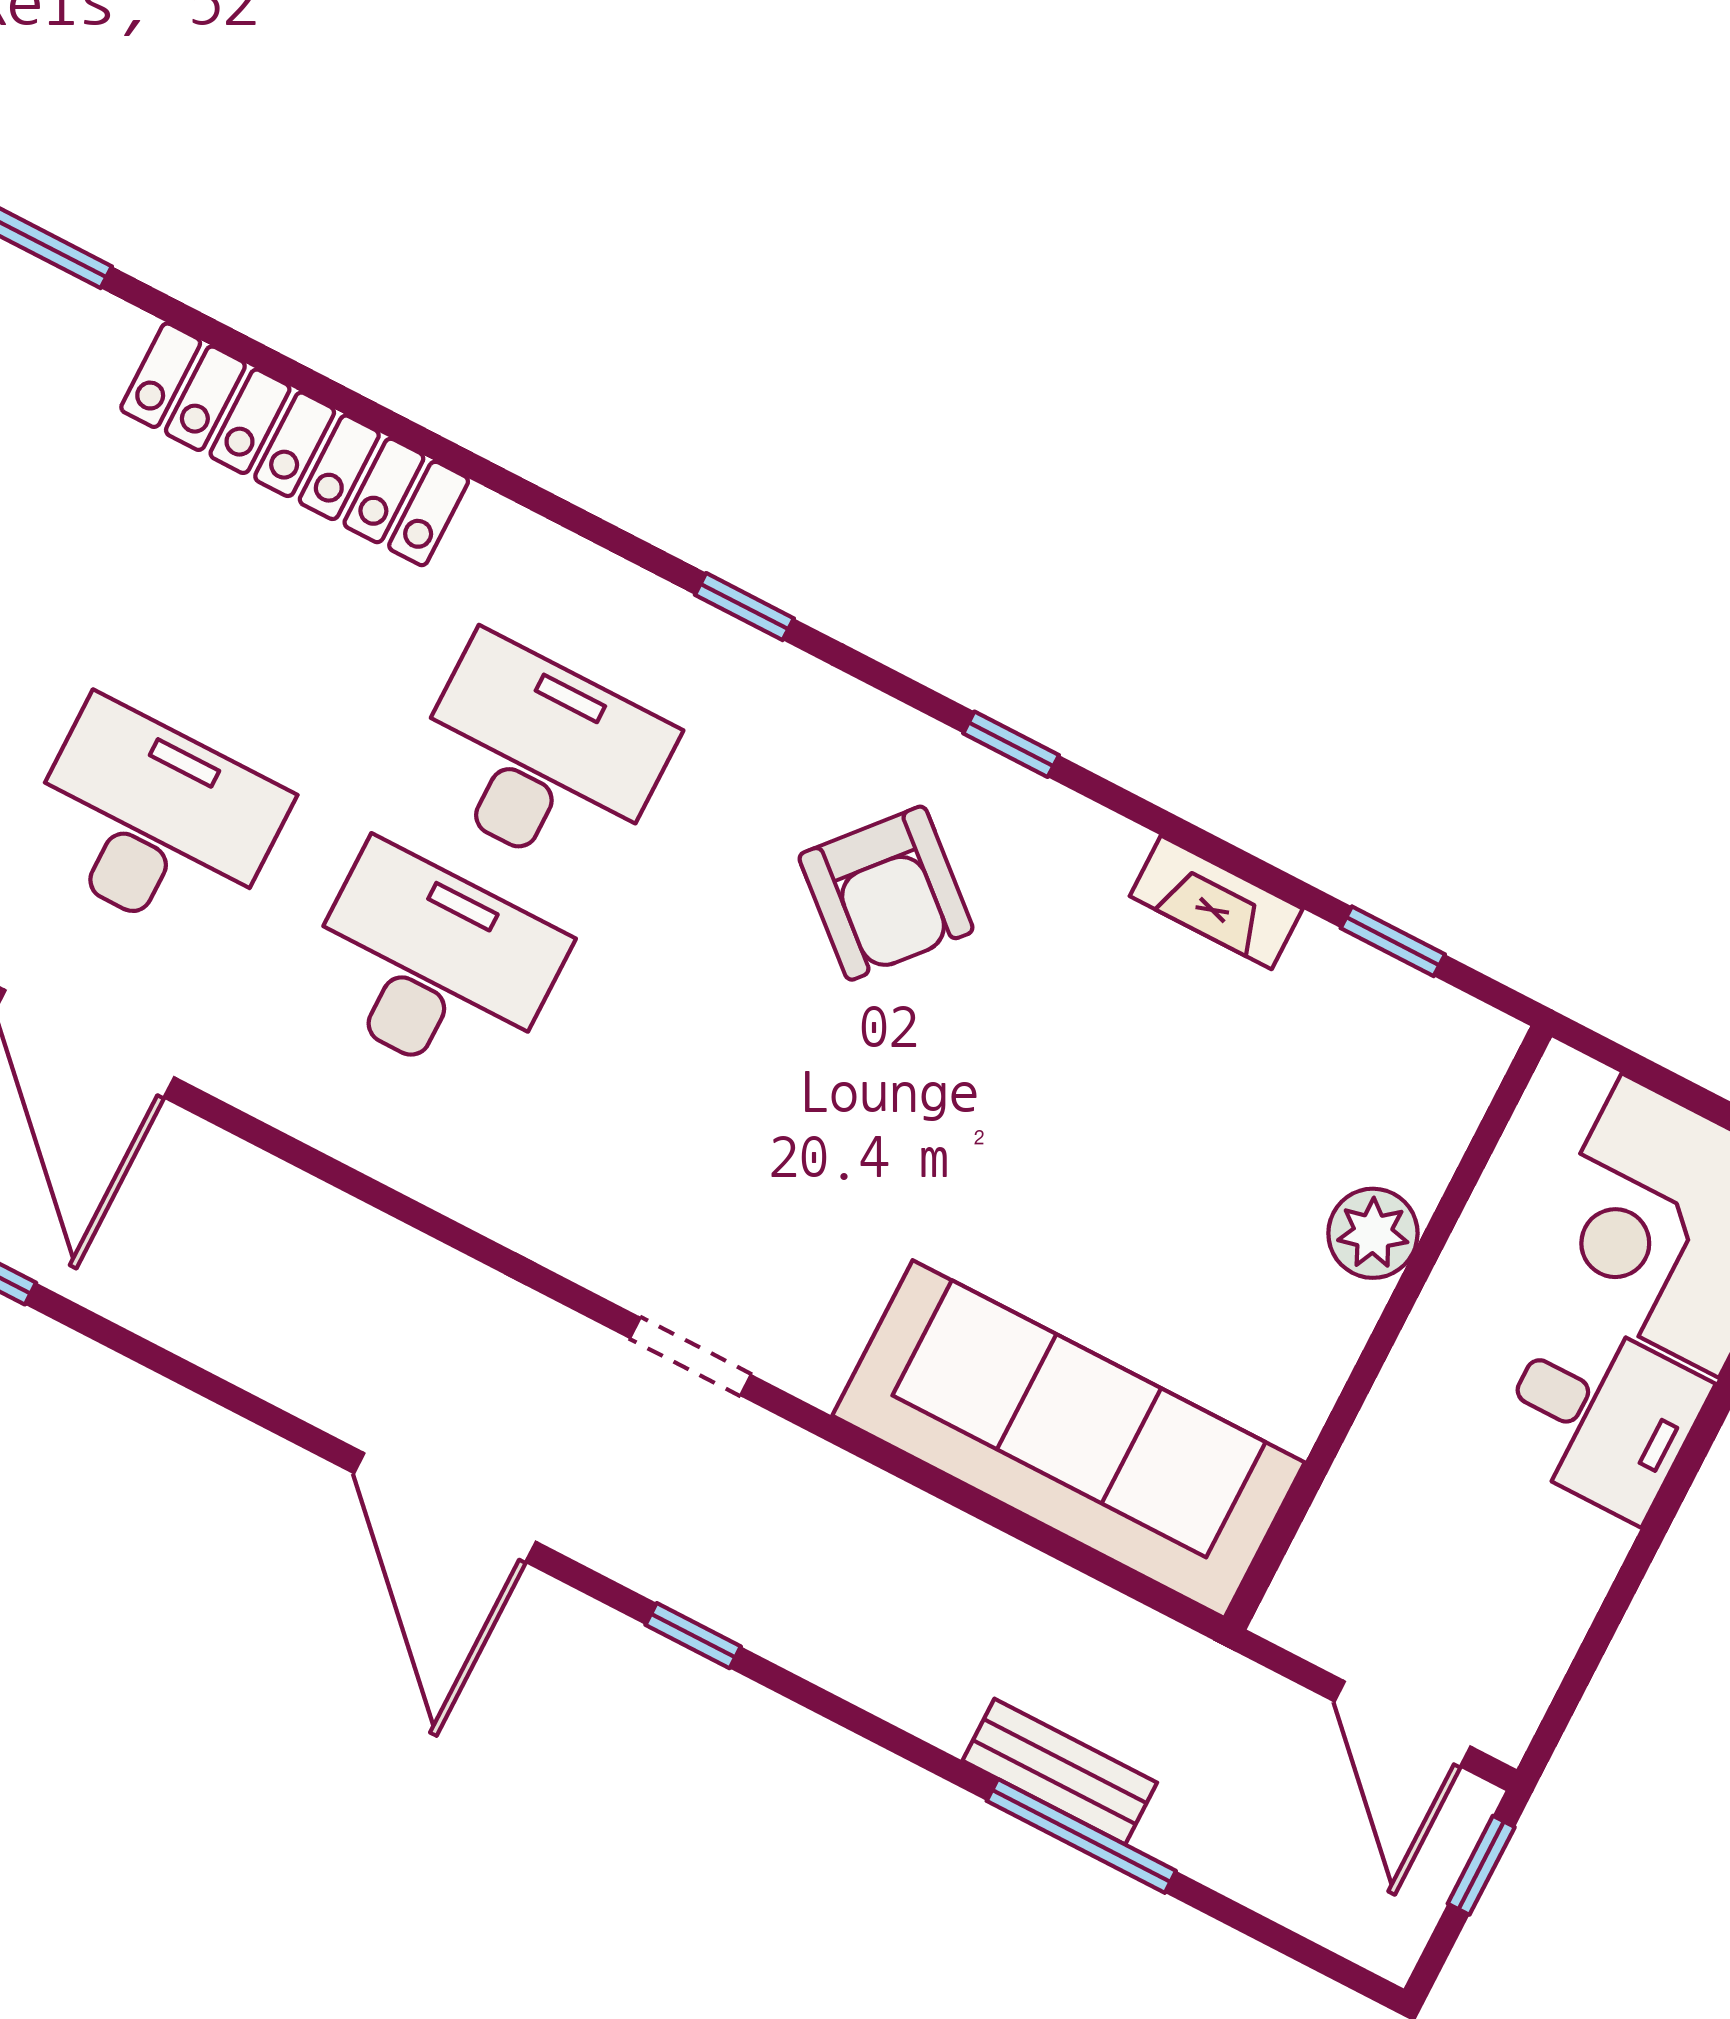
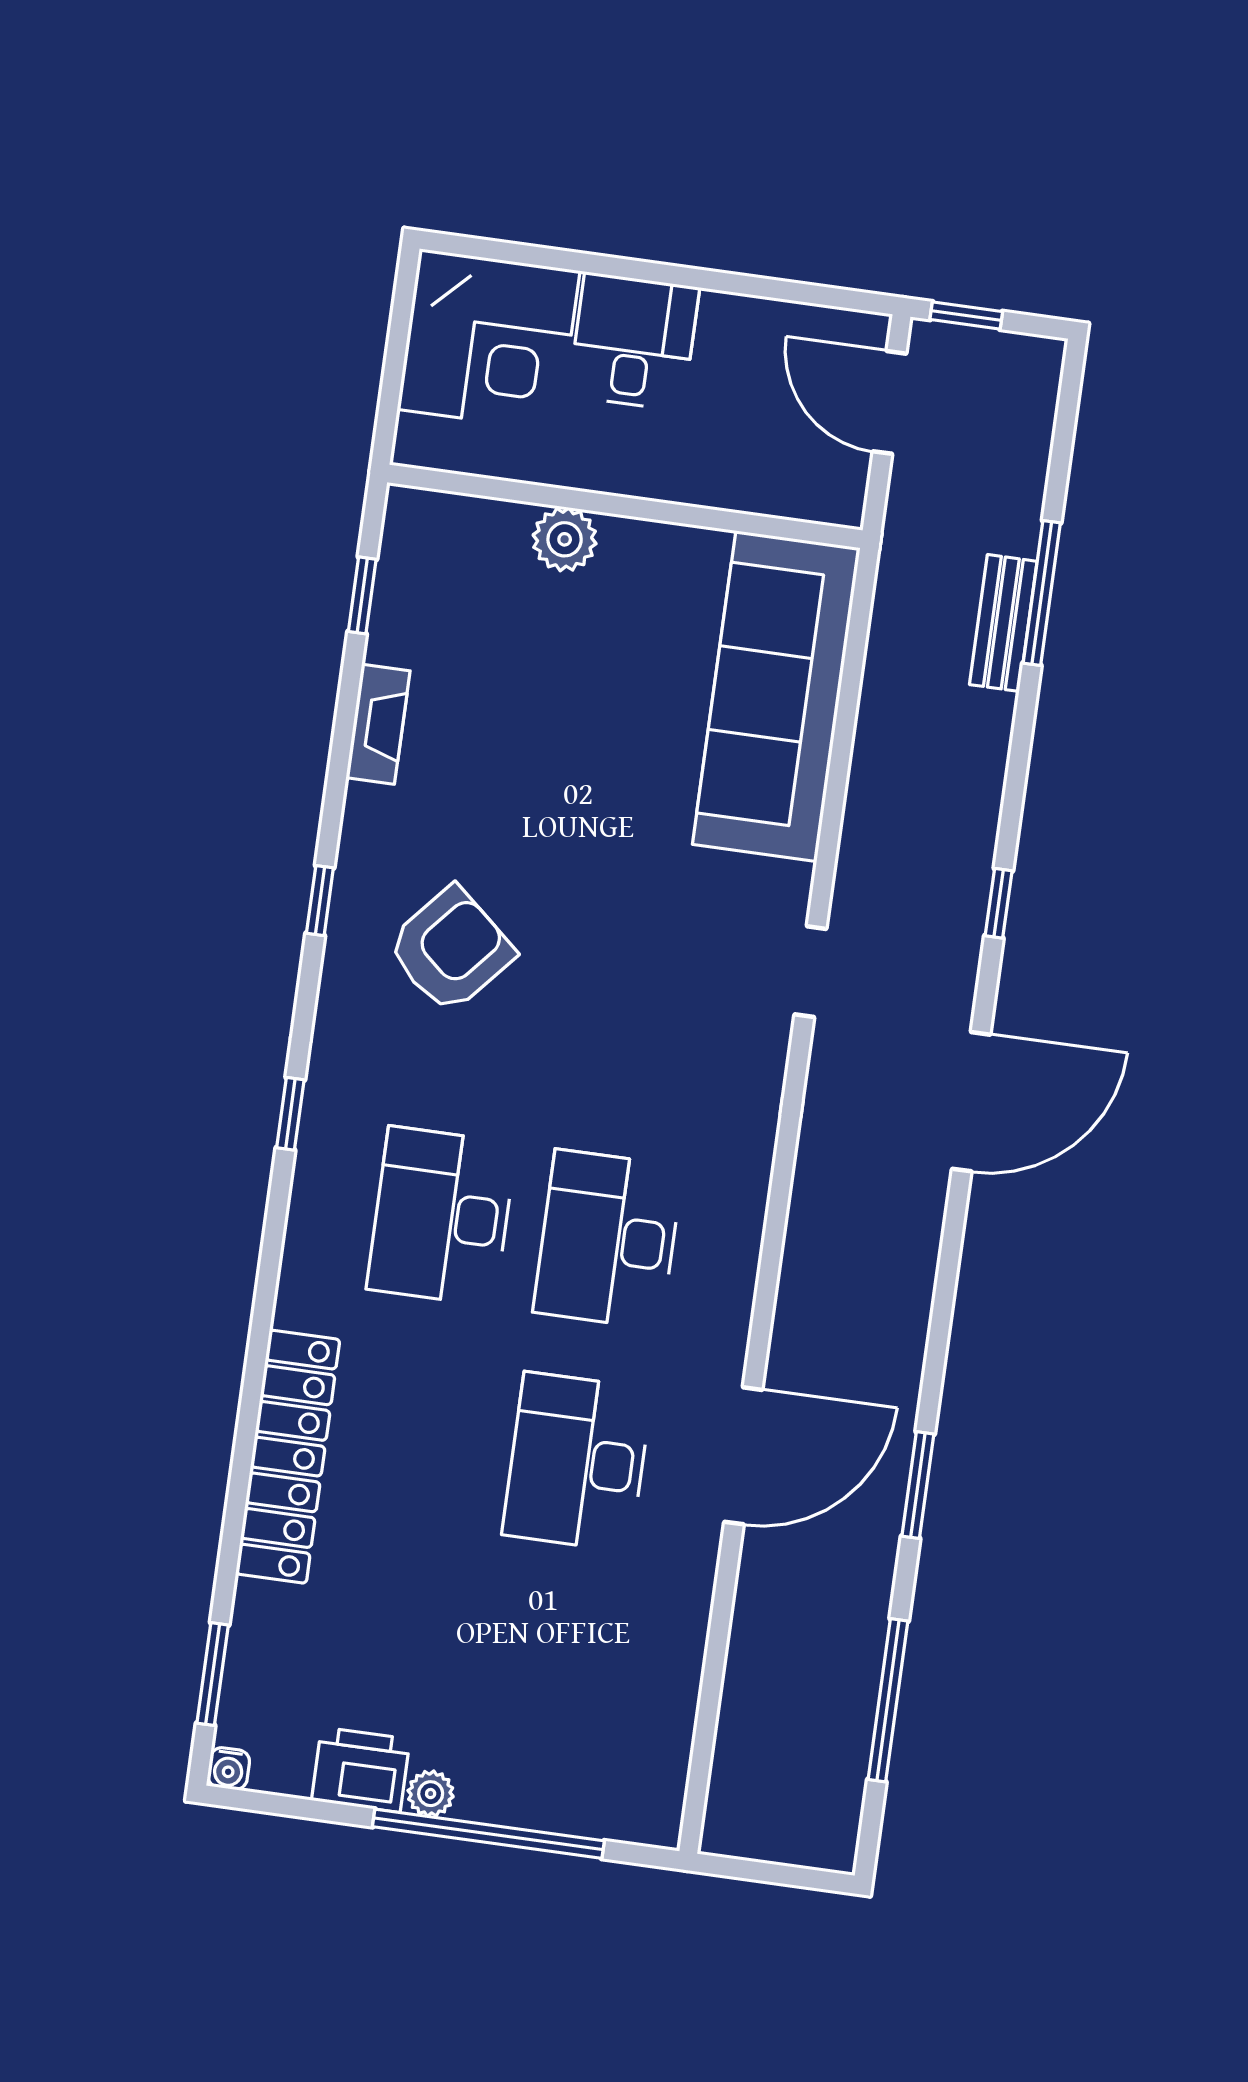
door: (1402, 1724) -> (889, 402), swing flipped

